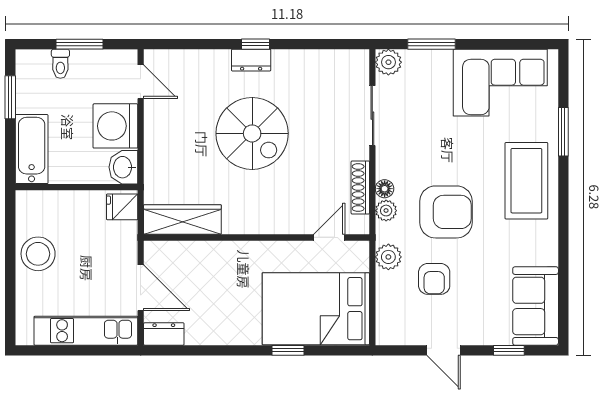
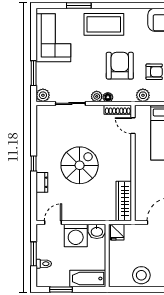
dresser: (251, 60) -> (42, 182), moved
shoe rack: (360, 188) -> (118, 110), moved
plant: (386, 211) -> (97, 96), moved

